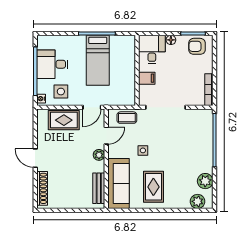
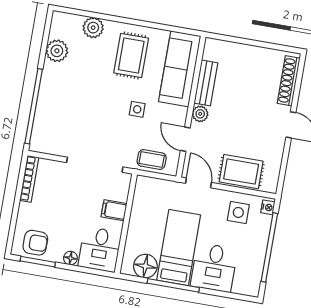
floor lamp: (118, 43) -> (145, 266), added
desk: (52, 64) -> (214, 268), moved, turned 90
door: (92, 107) -> (198, 183), hinge flipped
door: (106, 136) -> (185, 139), hinge flipped
bench: (99, 188) -> (206, 83), moved
plant: (198, 201) -> (93, 28), moved

